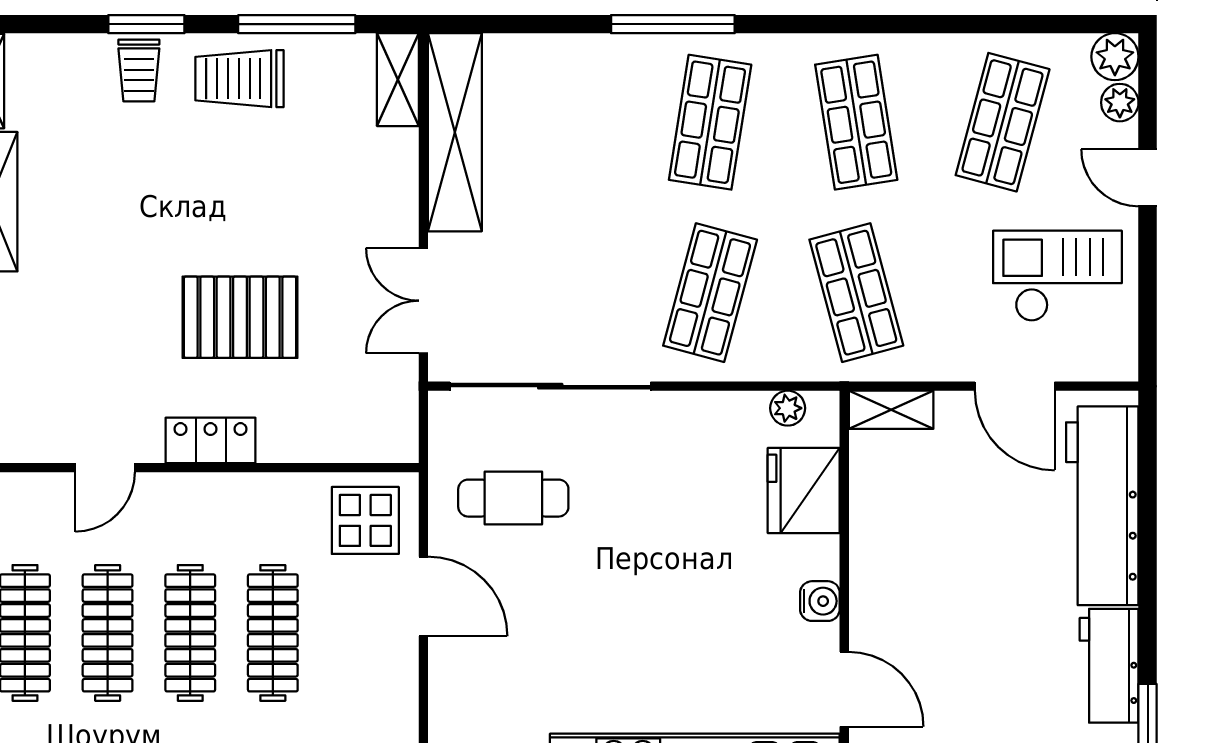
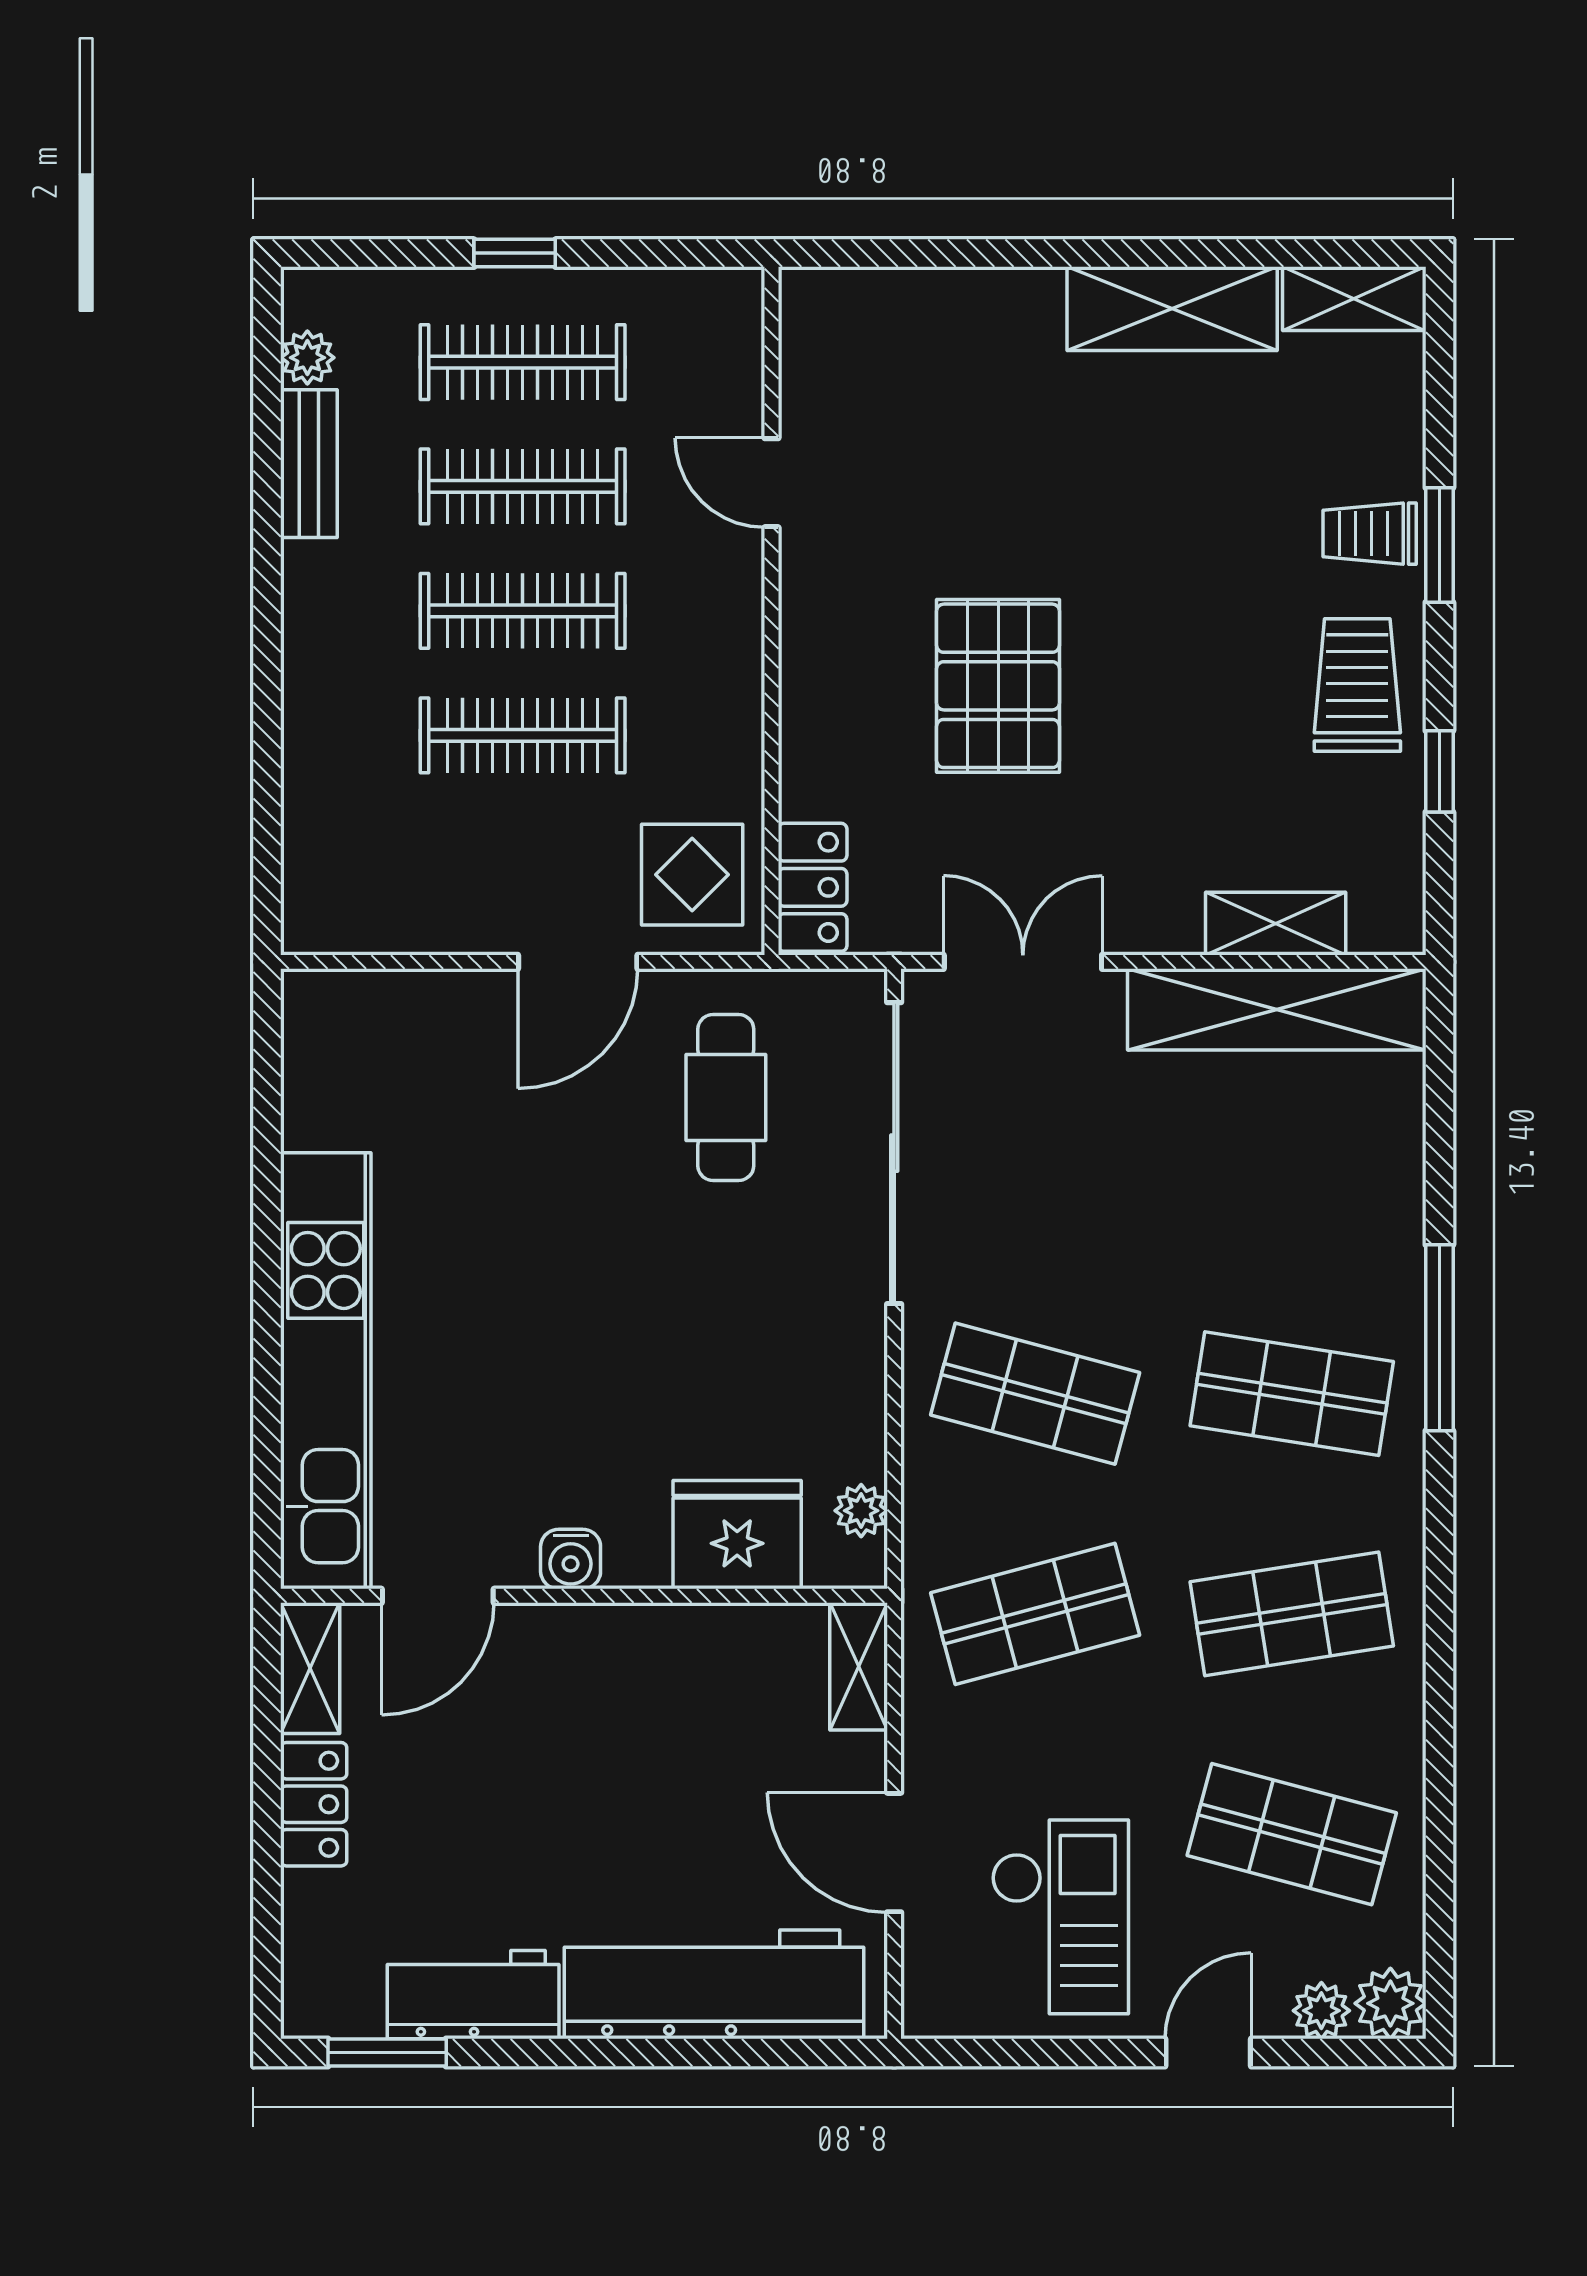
window: (297, 24) -> (1439, 771), width x0.46
shelving: (398, 80) -> (1276, 924), moved
door: (1015, 386) -> (894, 1853), hinge flipped
locker: (211, 440) -> (813, 887), moved

